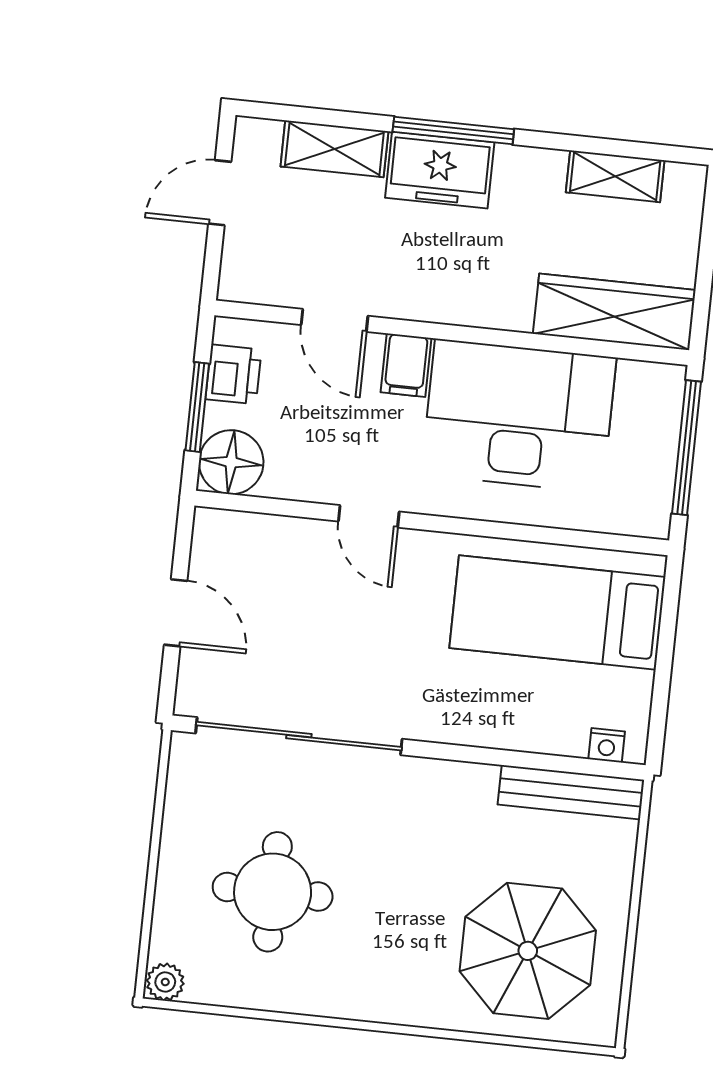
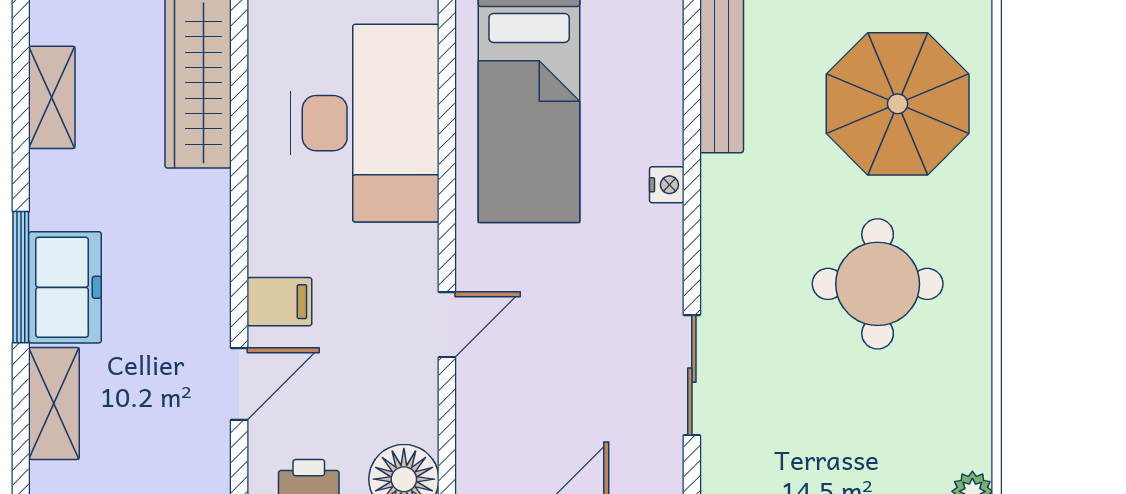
desk: (519, 416) -> (365, 123), moved, turned 180
sliding door: (299, 736) -> (692, 375), width x0.54
nightstand: (607, 745) -> (667, 185), moved
round table: (273, 892) -> (878, 284), moved

